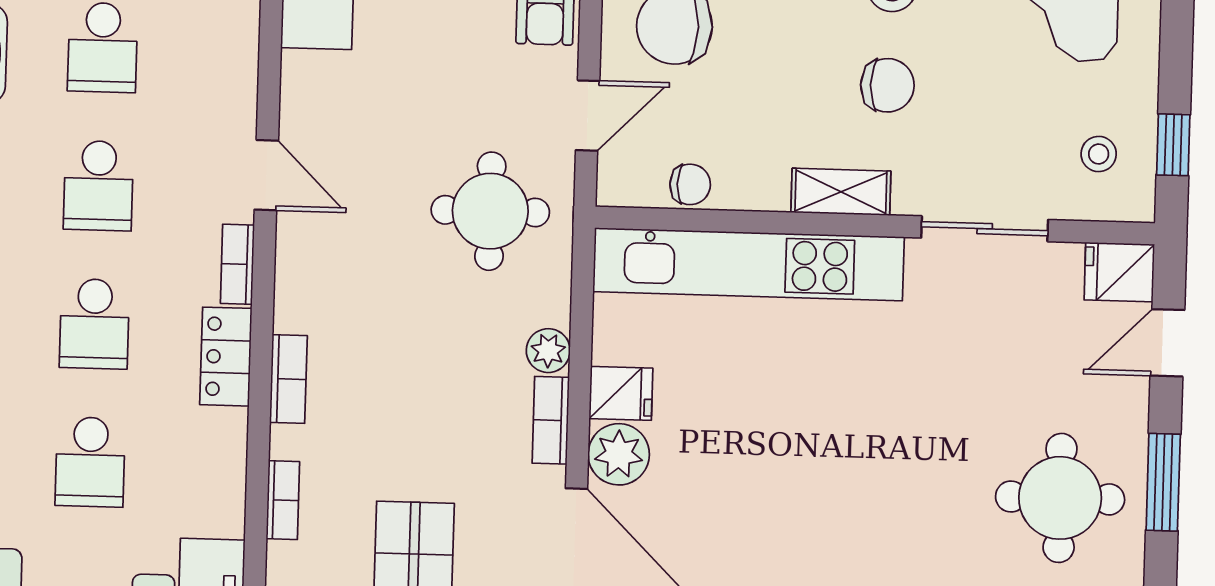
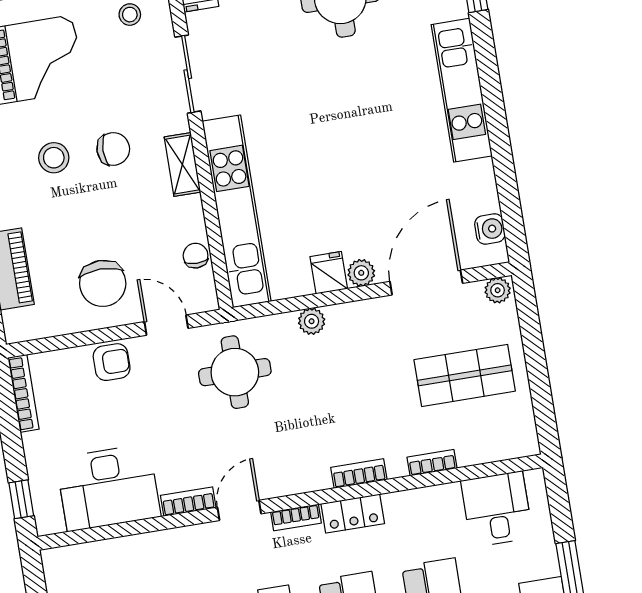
chair: (887, 85) -> (113, 149), turned 90
bookcase: (551, 420) -> (188, 502), moved, turned 180
plant: (619, 454) -> (361, 273), width x0.73, depth x0.73

